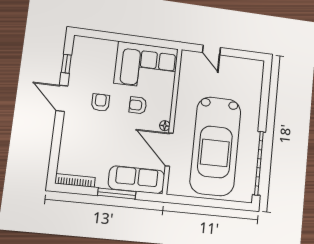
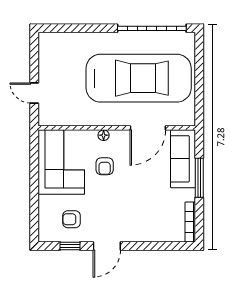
door: (211, 50) -> (34, 93), swing flipped
armchair: (100, 102) -> (71, 219), moved
floor lamp: (165, 126) -> (104, 135), moved

